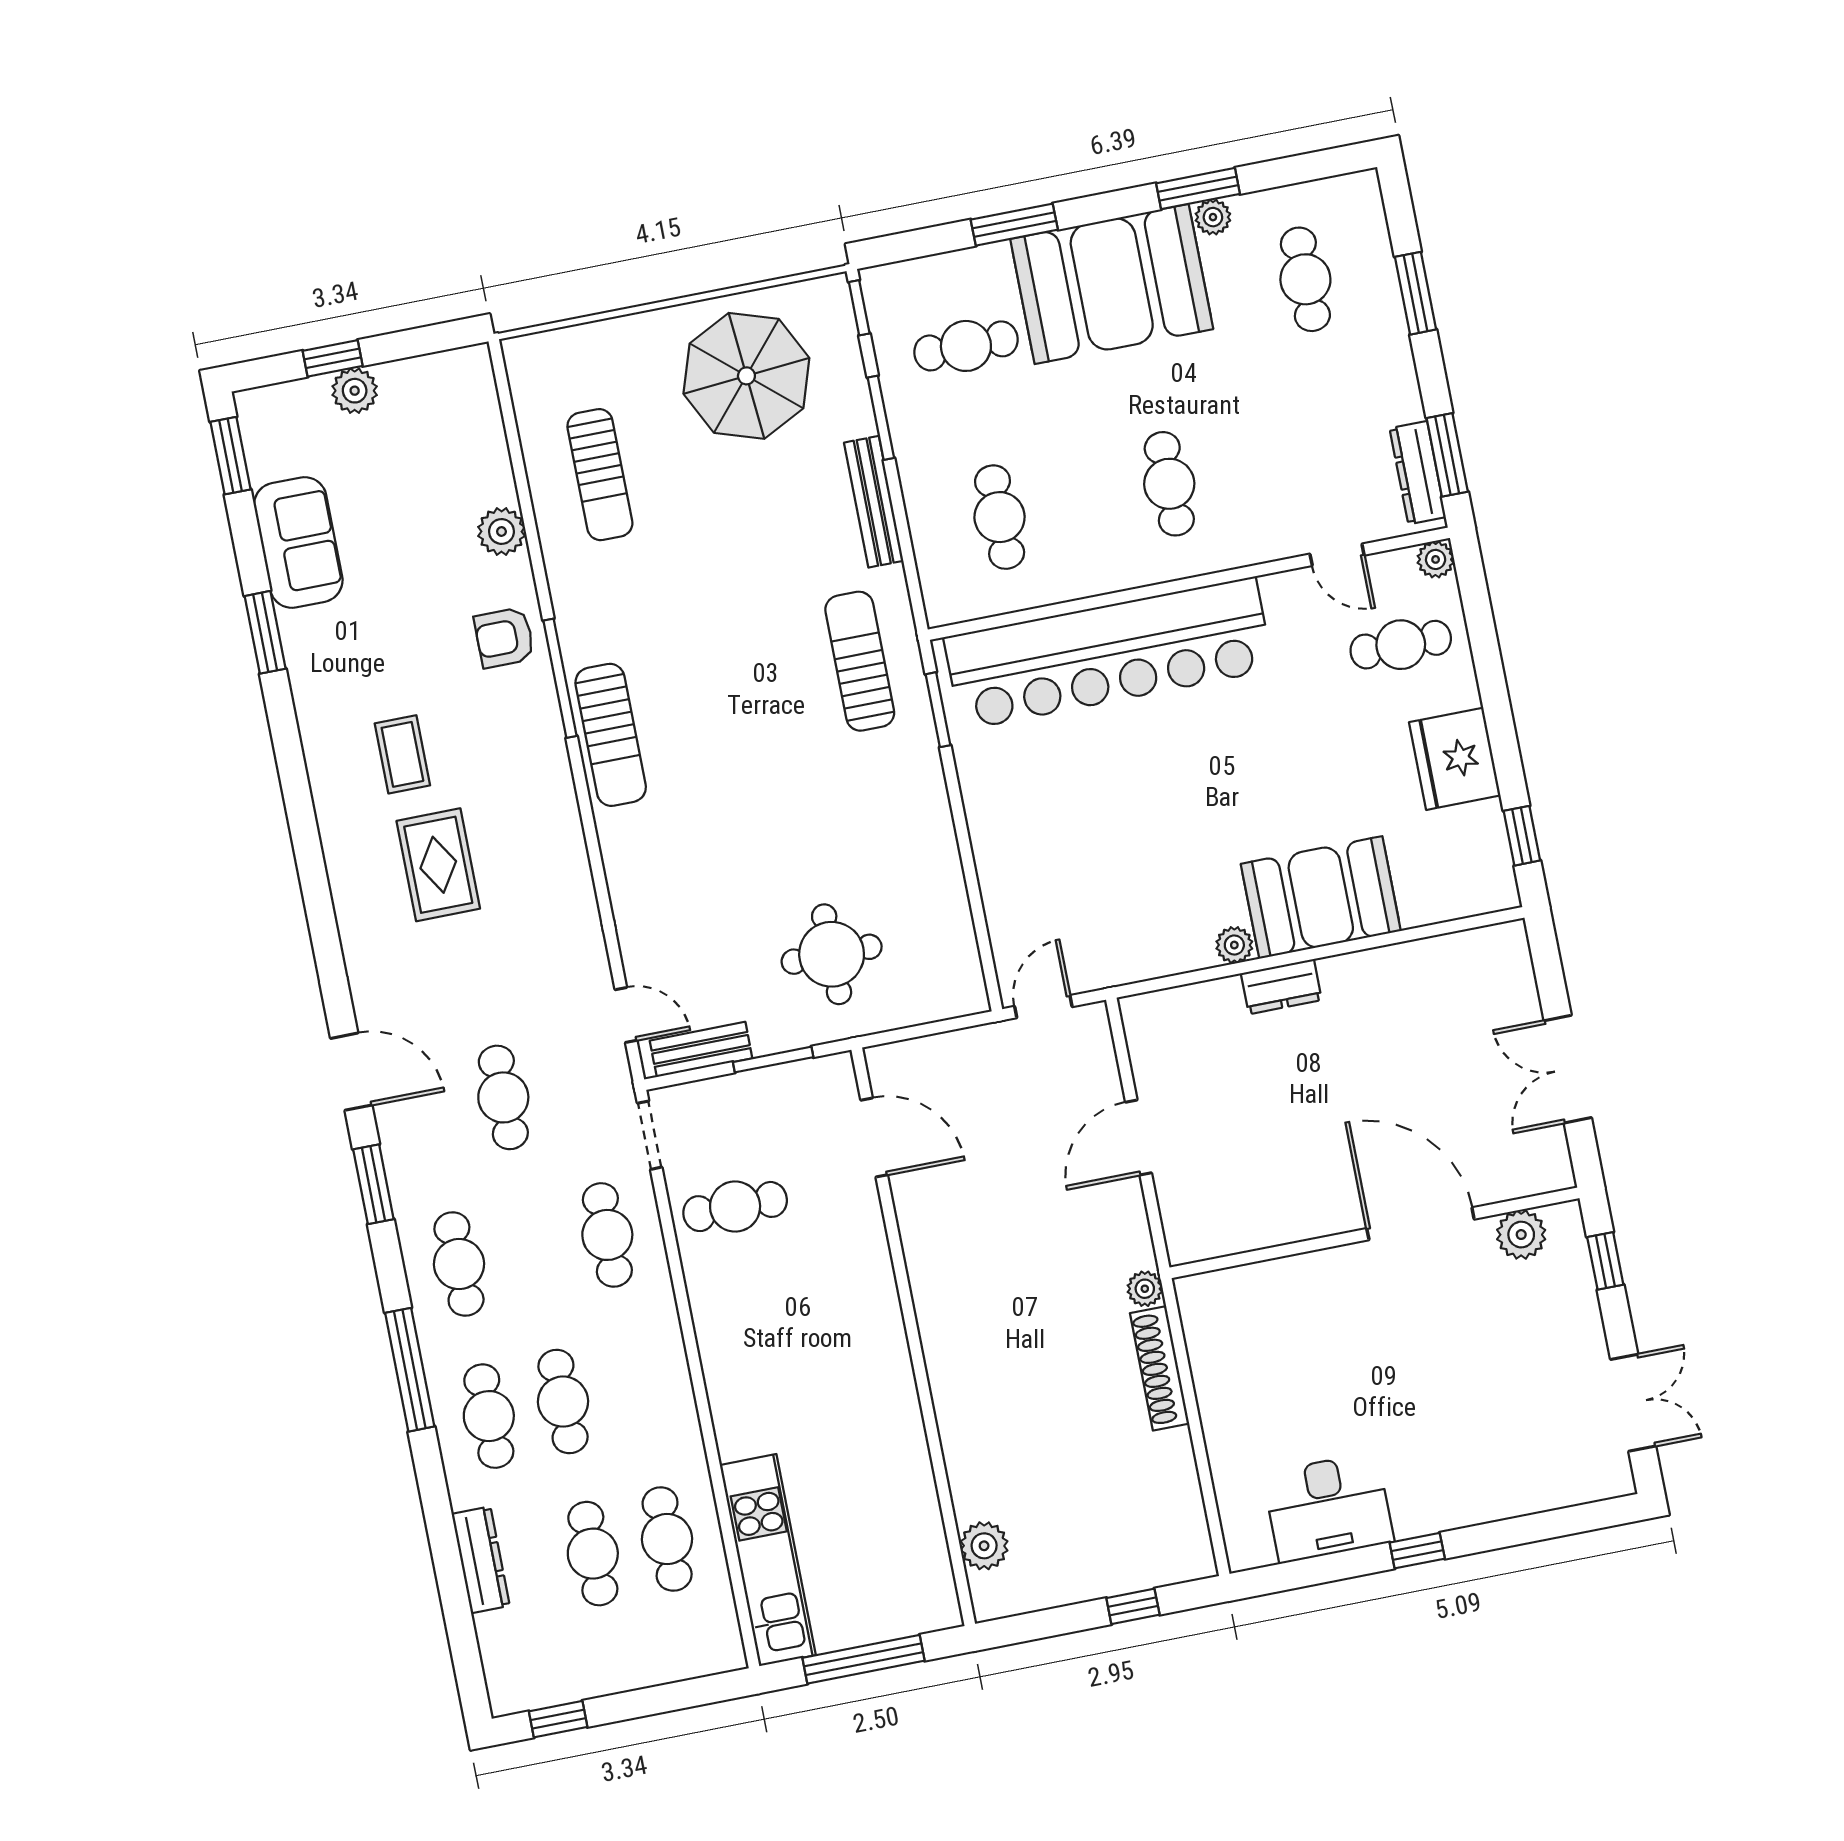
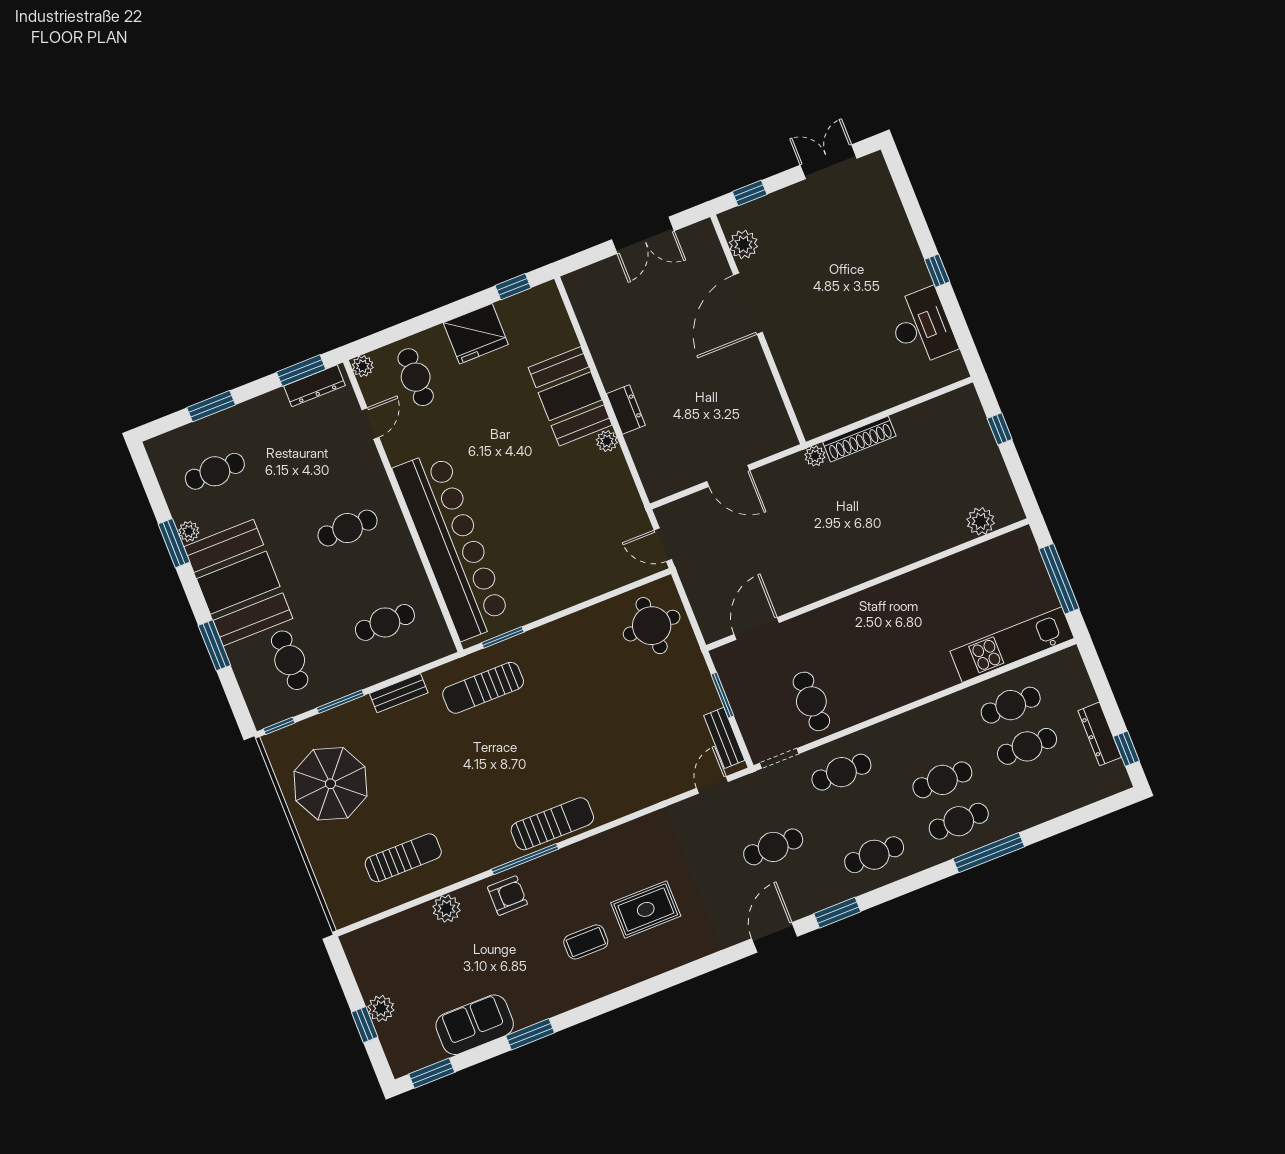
bench: (874, 502) -> (399, 693), width x0.73
armchair: (504, 638) -> (507, 896), turned -90
round table: (832, 954) -> (652, 626), moved
window: (410, 1370) -> (989, 853), moved
dresser: (481, 1560) -> (1100, 734), moved, turned -90

